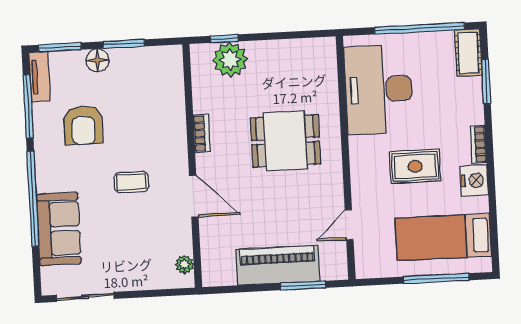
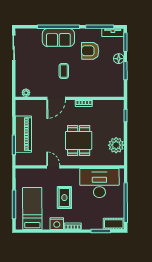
plant: (230, 60) -> (116, 145), moved
door: (349, 225) -> (53, 167), moved
sofa: (59, 229) -> (58, 38), moved

